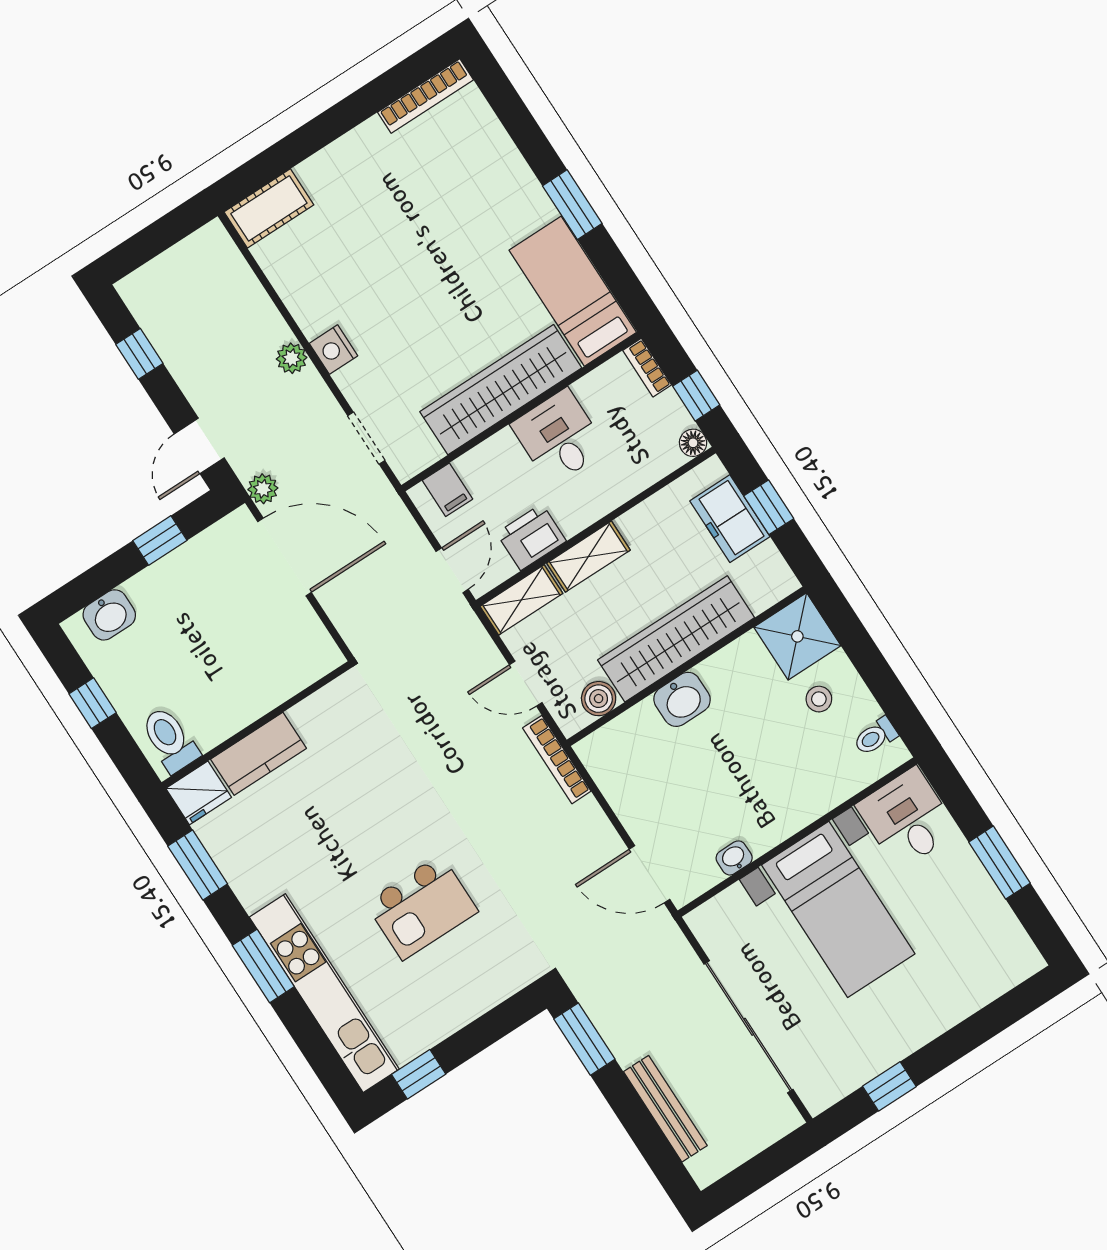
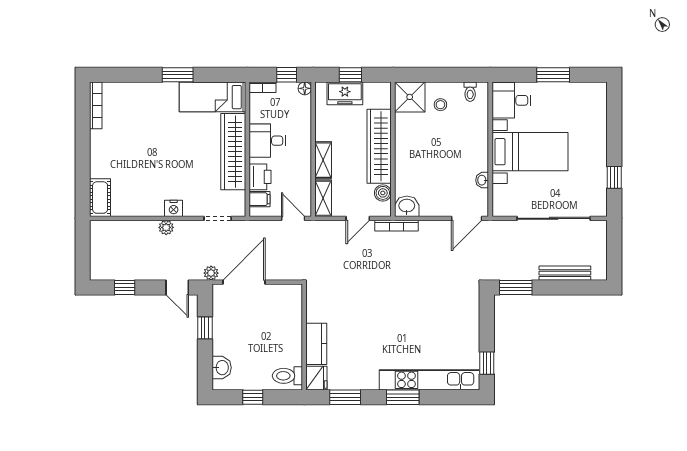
printer: (531, 537) -> (260, 177), moved, turned 180
washbasin: (682, 699) -> (407, 206), moved, turned -90
kitchen island: (422, 907) -> (420, 318), removed

